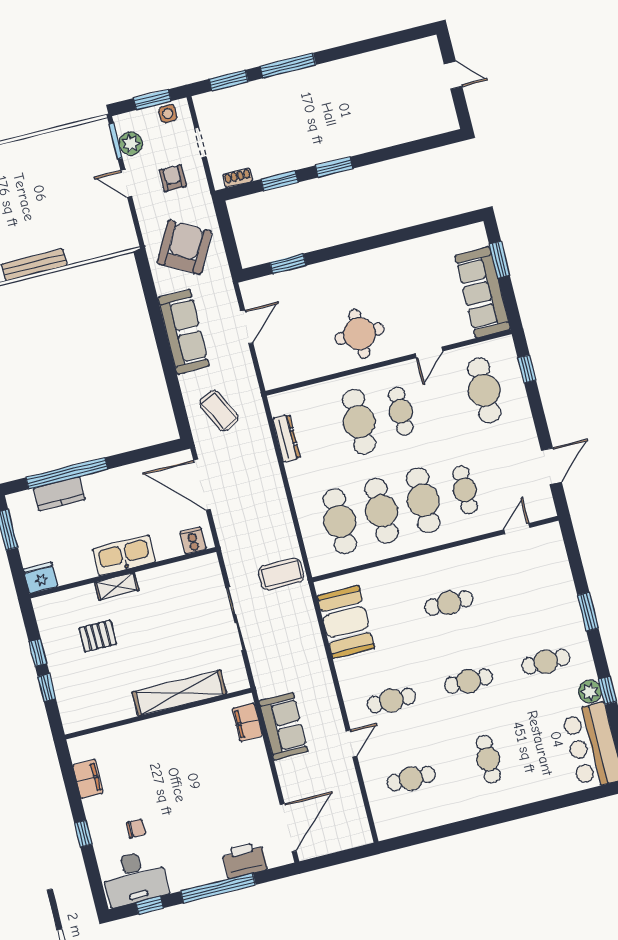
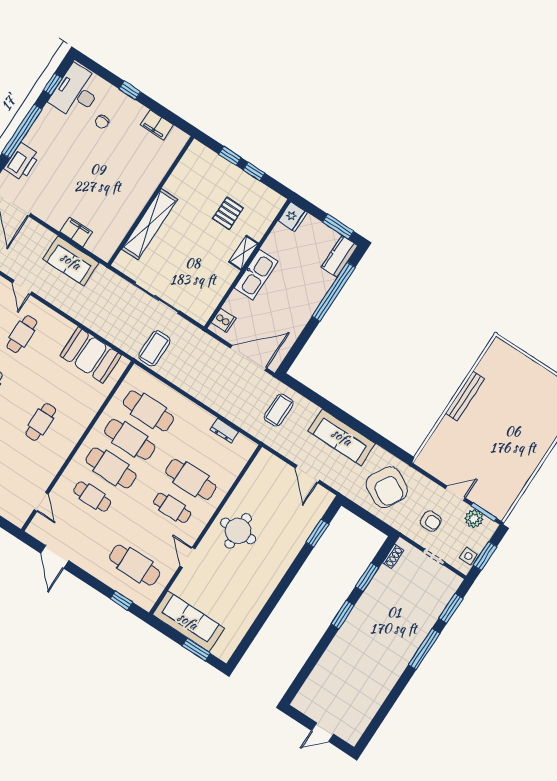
coffee table: (219, 411) -> (279, 410), turned -64
dresser: (286, 438) -> (224, 431), width x0.70
kitchen counter: (59, 494) -> (340, 256), moved
filing cabinet: (247, 722) -> (76, 232), moved

